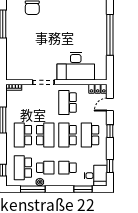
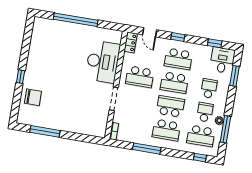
school desk: (68, 168) -> (209, 88), turned 180

